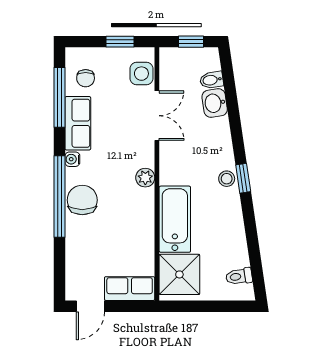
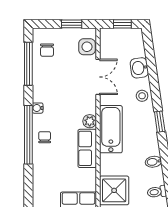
bidet: (212, 80) -> (153, 162), moved
row of seats: (78, 123) -> (87, 148), moved, turned 180
stool: (227, 179) -> (142, 96), moved
chair: (82, 200) -> (45, 137), width x0.54, depth x0.54
bathtub: (175, 219) -> (111, 129), moved

